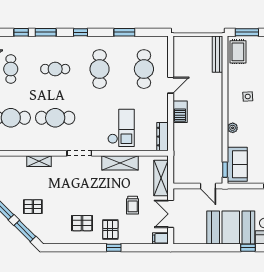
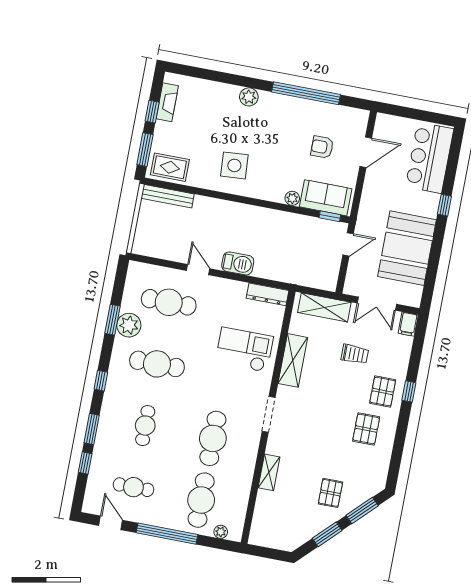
plant: (123, 44) -> (129, 325), added
side table: (248, 97) -> (234, 165), width x1.87, depth x1.87
plant: (233, 128) -> (292, 198), moved
booth: (231, 227) -> (407, 248), moved
pallet: (110, 230) -> (383, 392), turned 90

